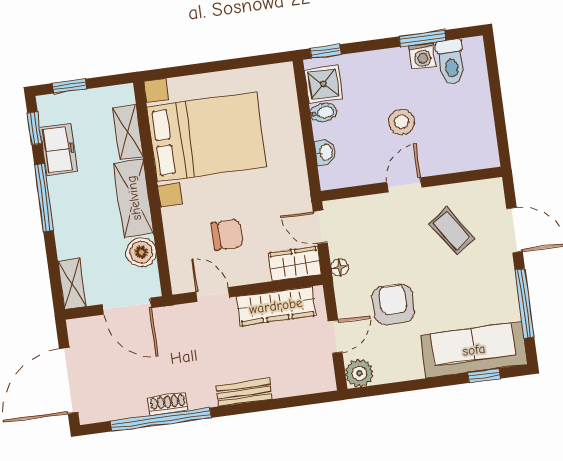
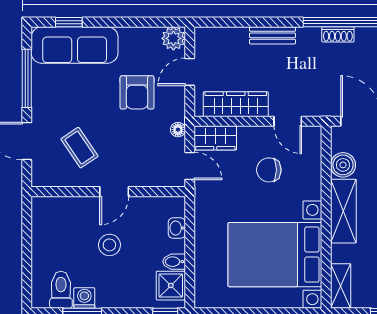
shelving: (128, 132) -> (341, 286), moved

